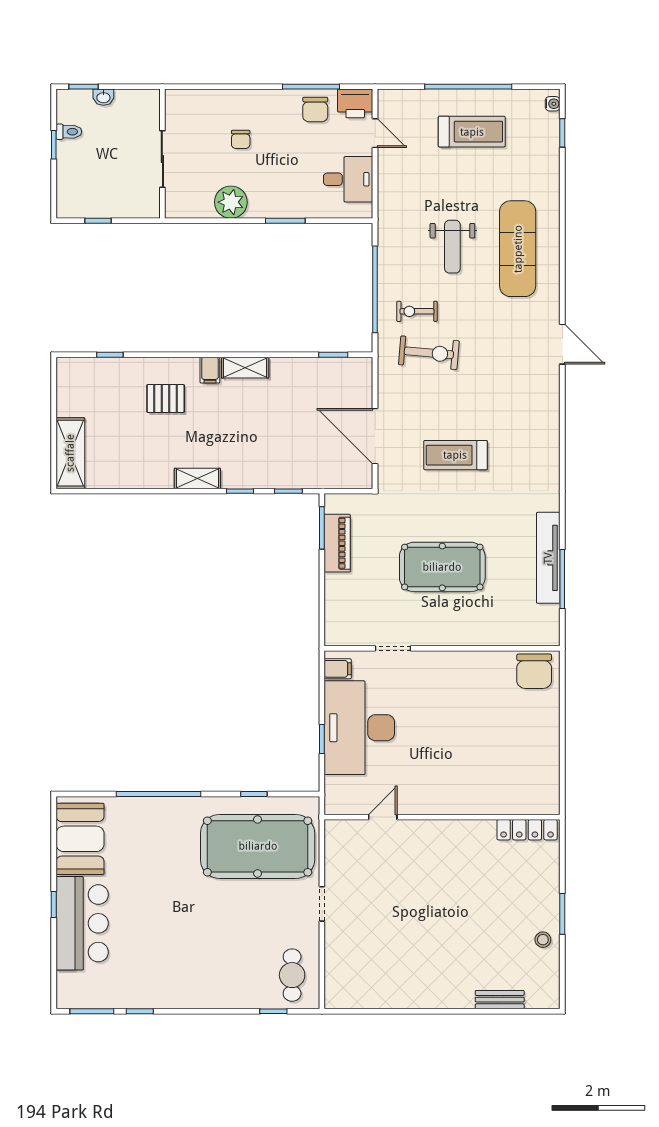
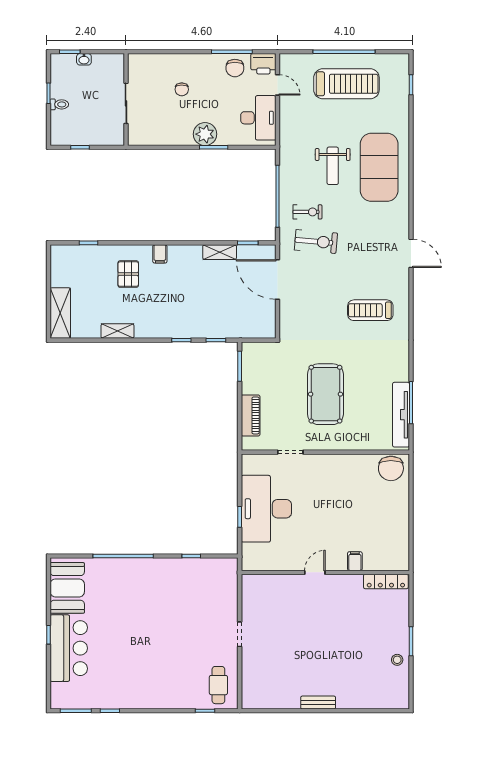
water cooler: (553, 104) -> (404, 64), removed
toilet: (69, 132) -> (59, 104), moved
treadmill: (472, 132) -> (346, 84), width x1.37, depth x1.38
desk: (348, 179) -> (258, 118), width x1.37
plant: (231, 202) -> (205, 134), moved
exercise mat: (518, 249) -> (379, 167), width x1.47
exercise bike: (417, 311) -> (307, 212), turned 180
door: (562, 344) -> (411, 253), moved
shelving: (245, 368) -> (220, 252), moved
pallet: (166, 398) -> (128, 274), turned 90
door: (375, 436) -> (278, 280), moved
treadmill: (455, 455) -> (370, 310), moved
shelving: (197, 479) -> (117, 331), moved
piano: (337, 543) -> (251, 415), moved
tv unit: (548, 558) -> (401, 415), moved
pool table: (442, 567) -> (325, 394), turned 90
filing cabinet: (338, 669) -> (355, 561), moved, turned -90
door: (383, 817) -> (315, 572), moved
pool table: (258, 846) -> (194, 593), removed
bench: (500, 1000) -> (318, 703), moved

